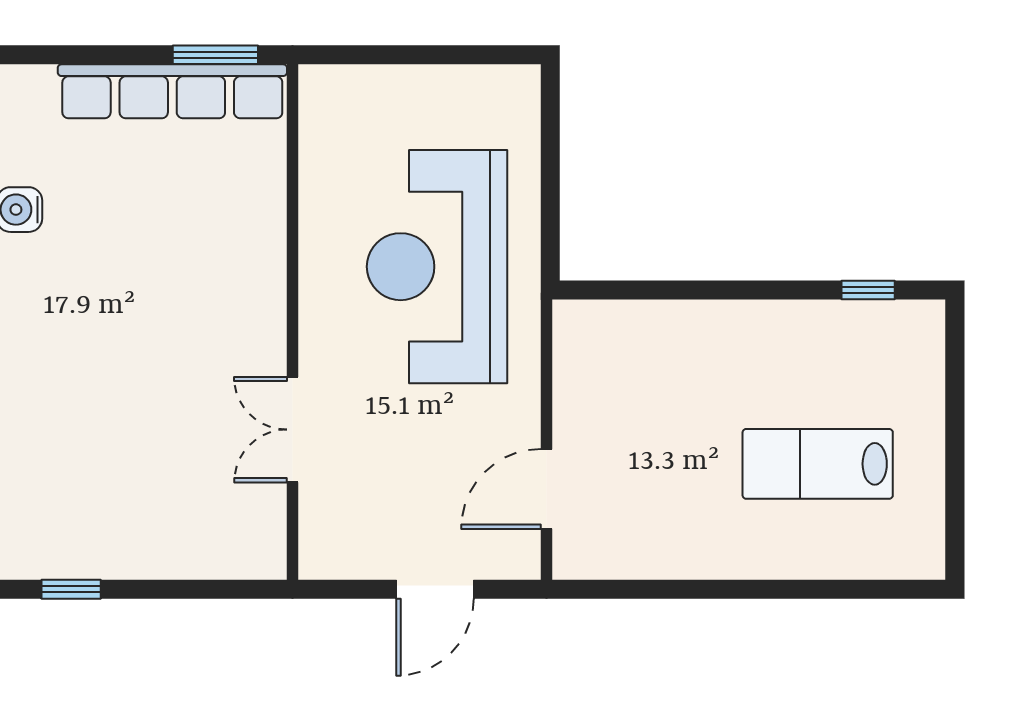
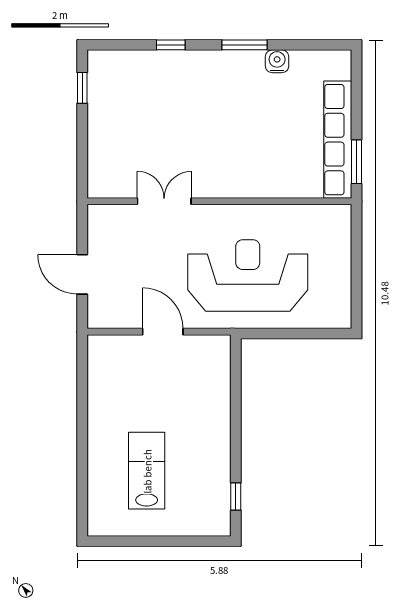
door: (547, 489) -> (163, 332), moved

